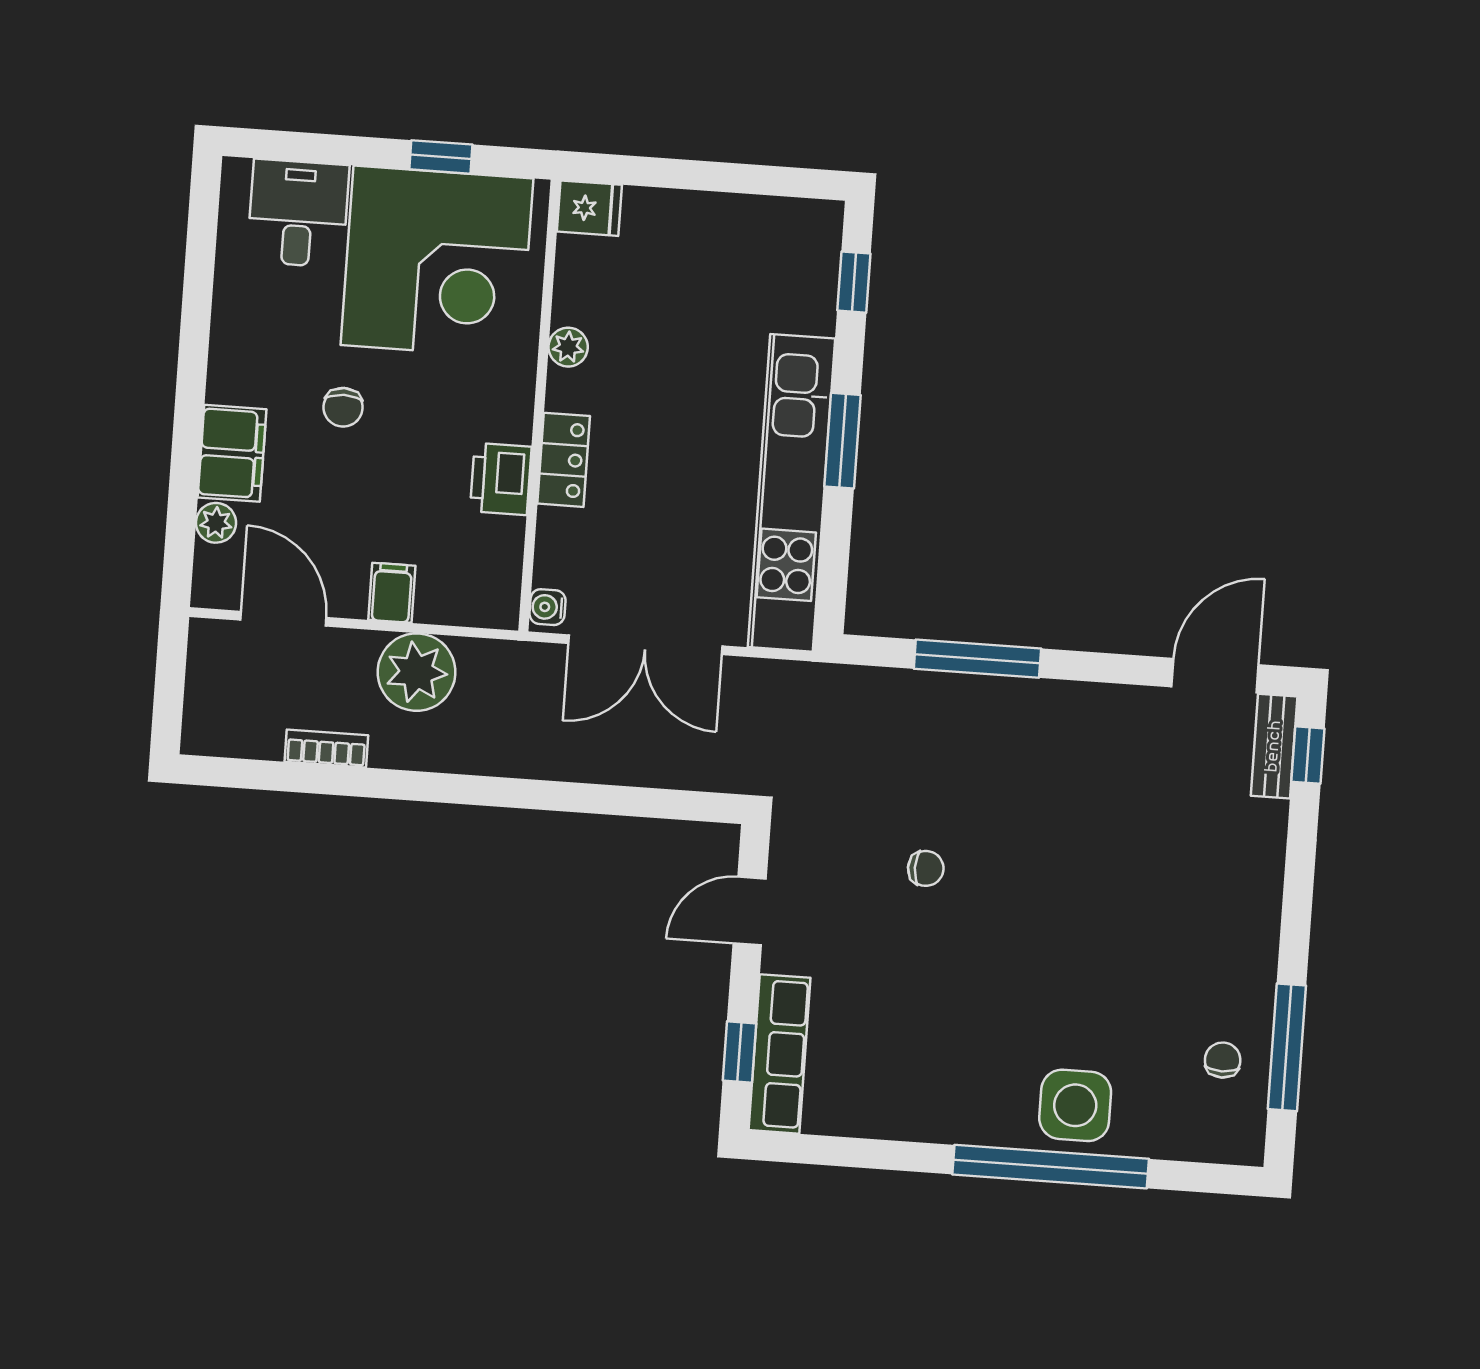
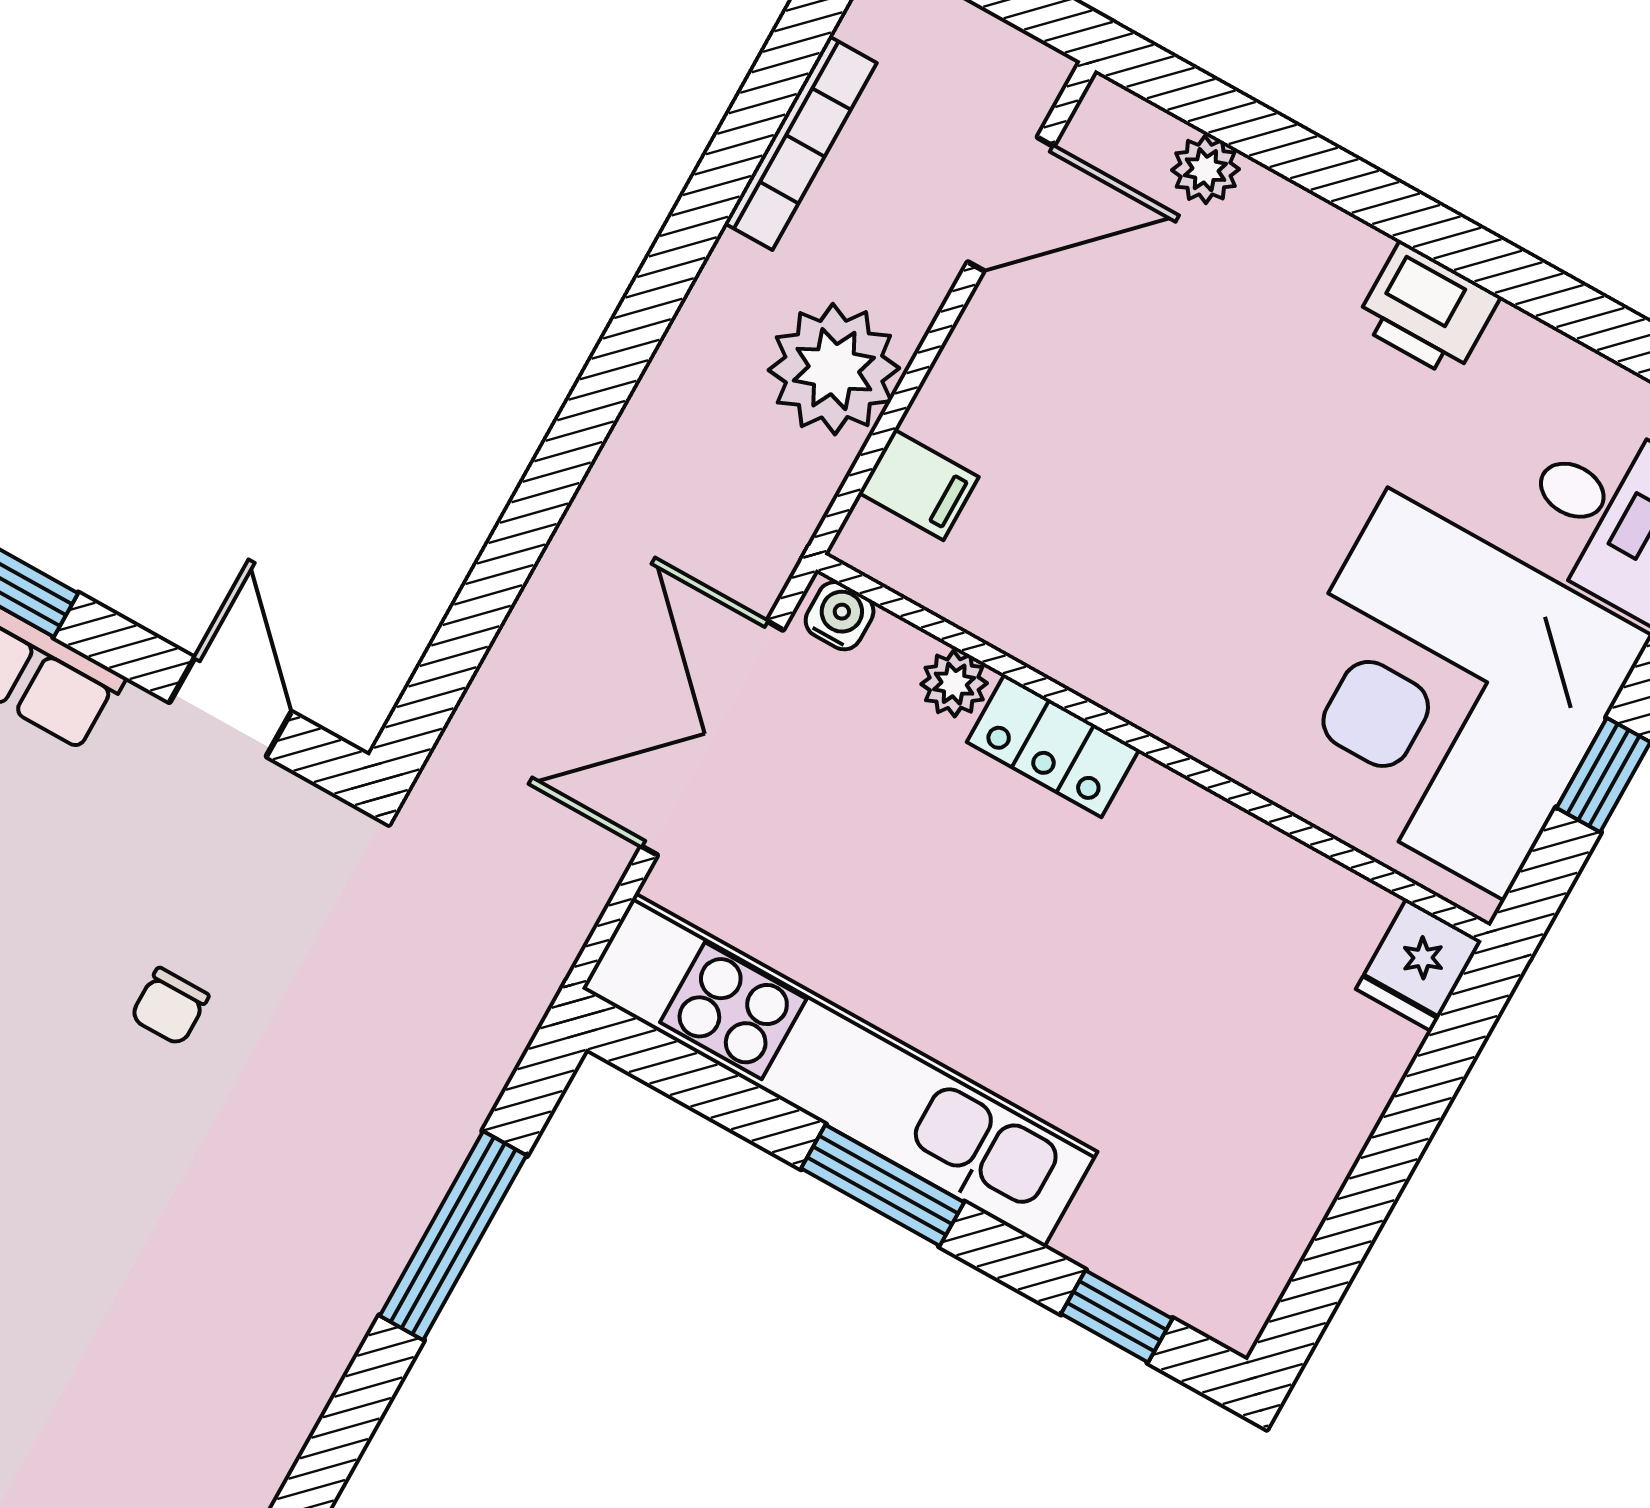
plant: (568, 347) -> (954, 684), moved
chair: (343, 407) -> (1291, 446), removed
filing cabinet: (232, 453) -> (1300, 244), removed
printer: (501, 479) -> (1427, 310), moved, turned 180
filing cabinet: (392, 593) -> (919, 485), moved
bookcase: (326, 748) -> (801, 143), width x1.56

